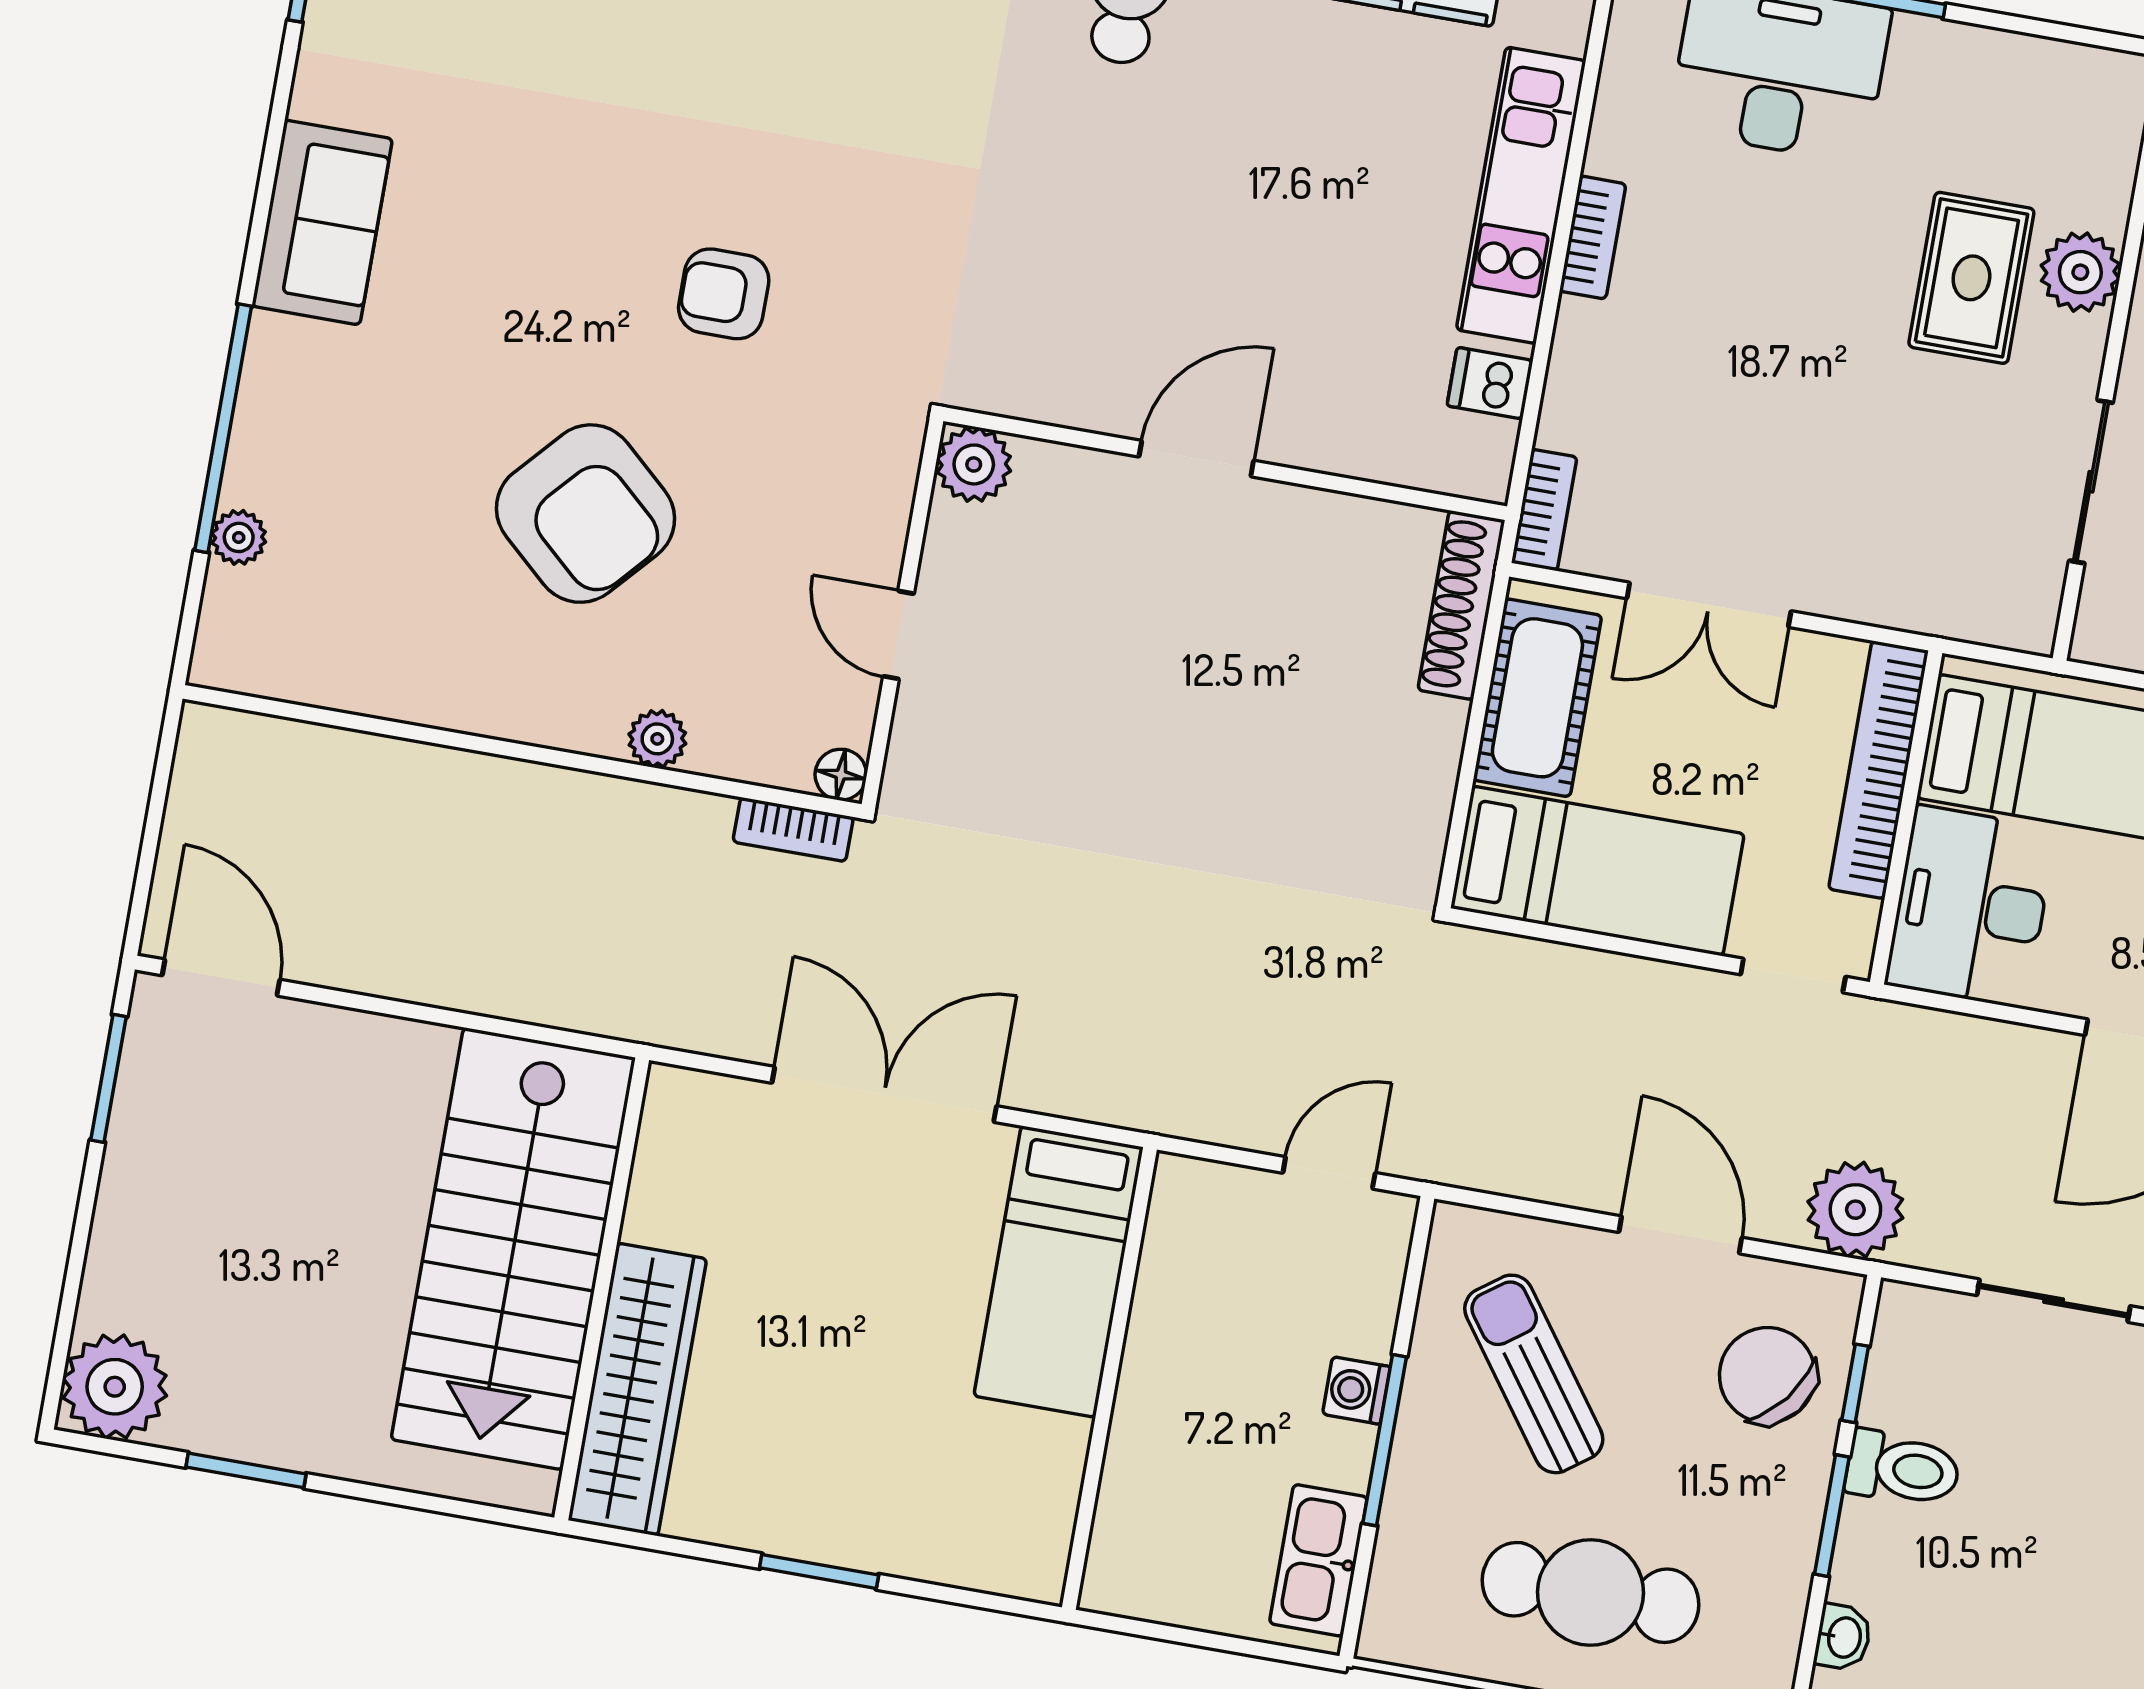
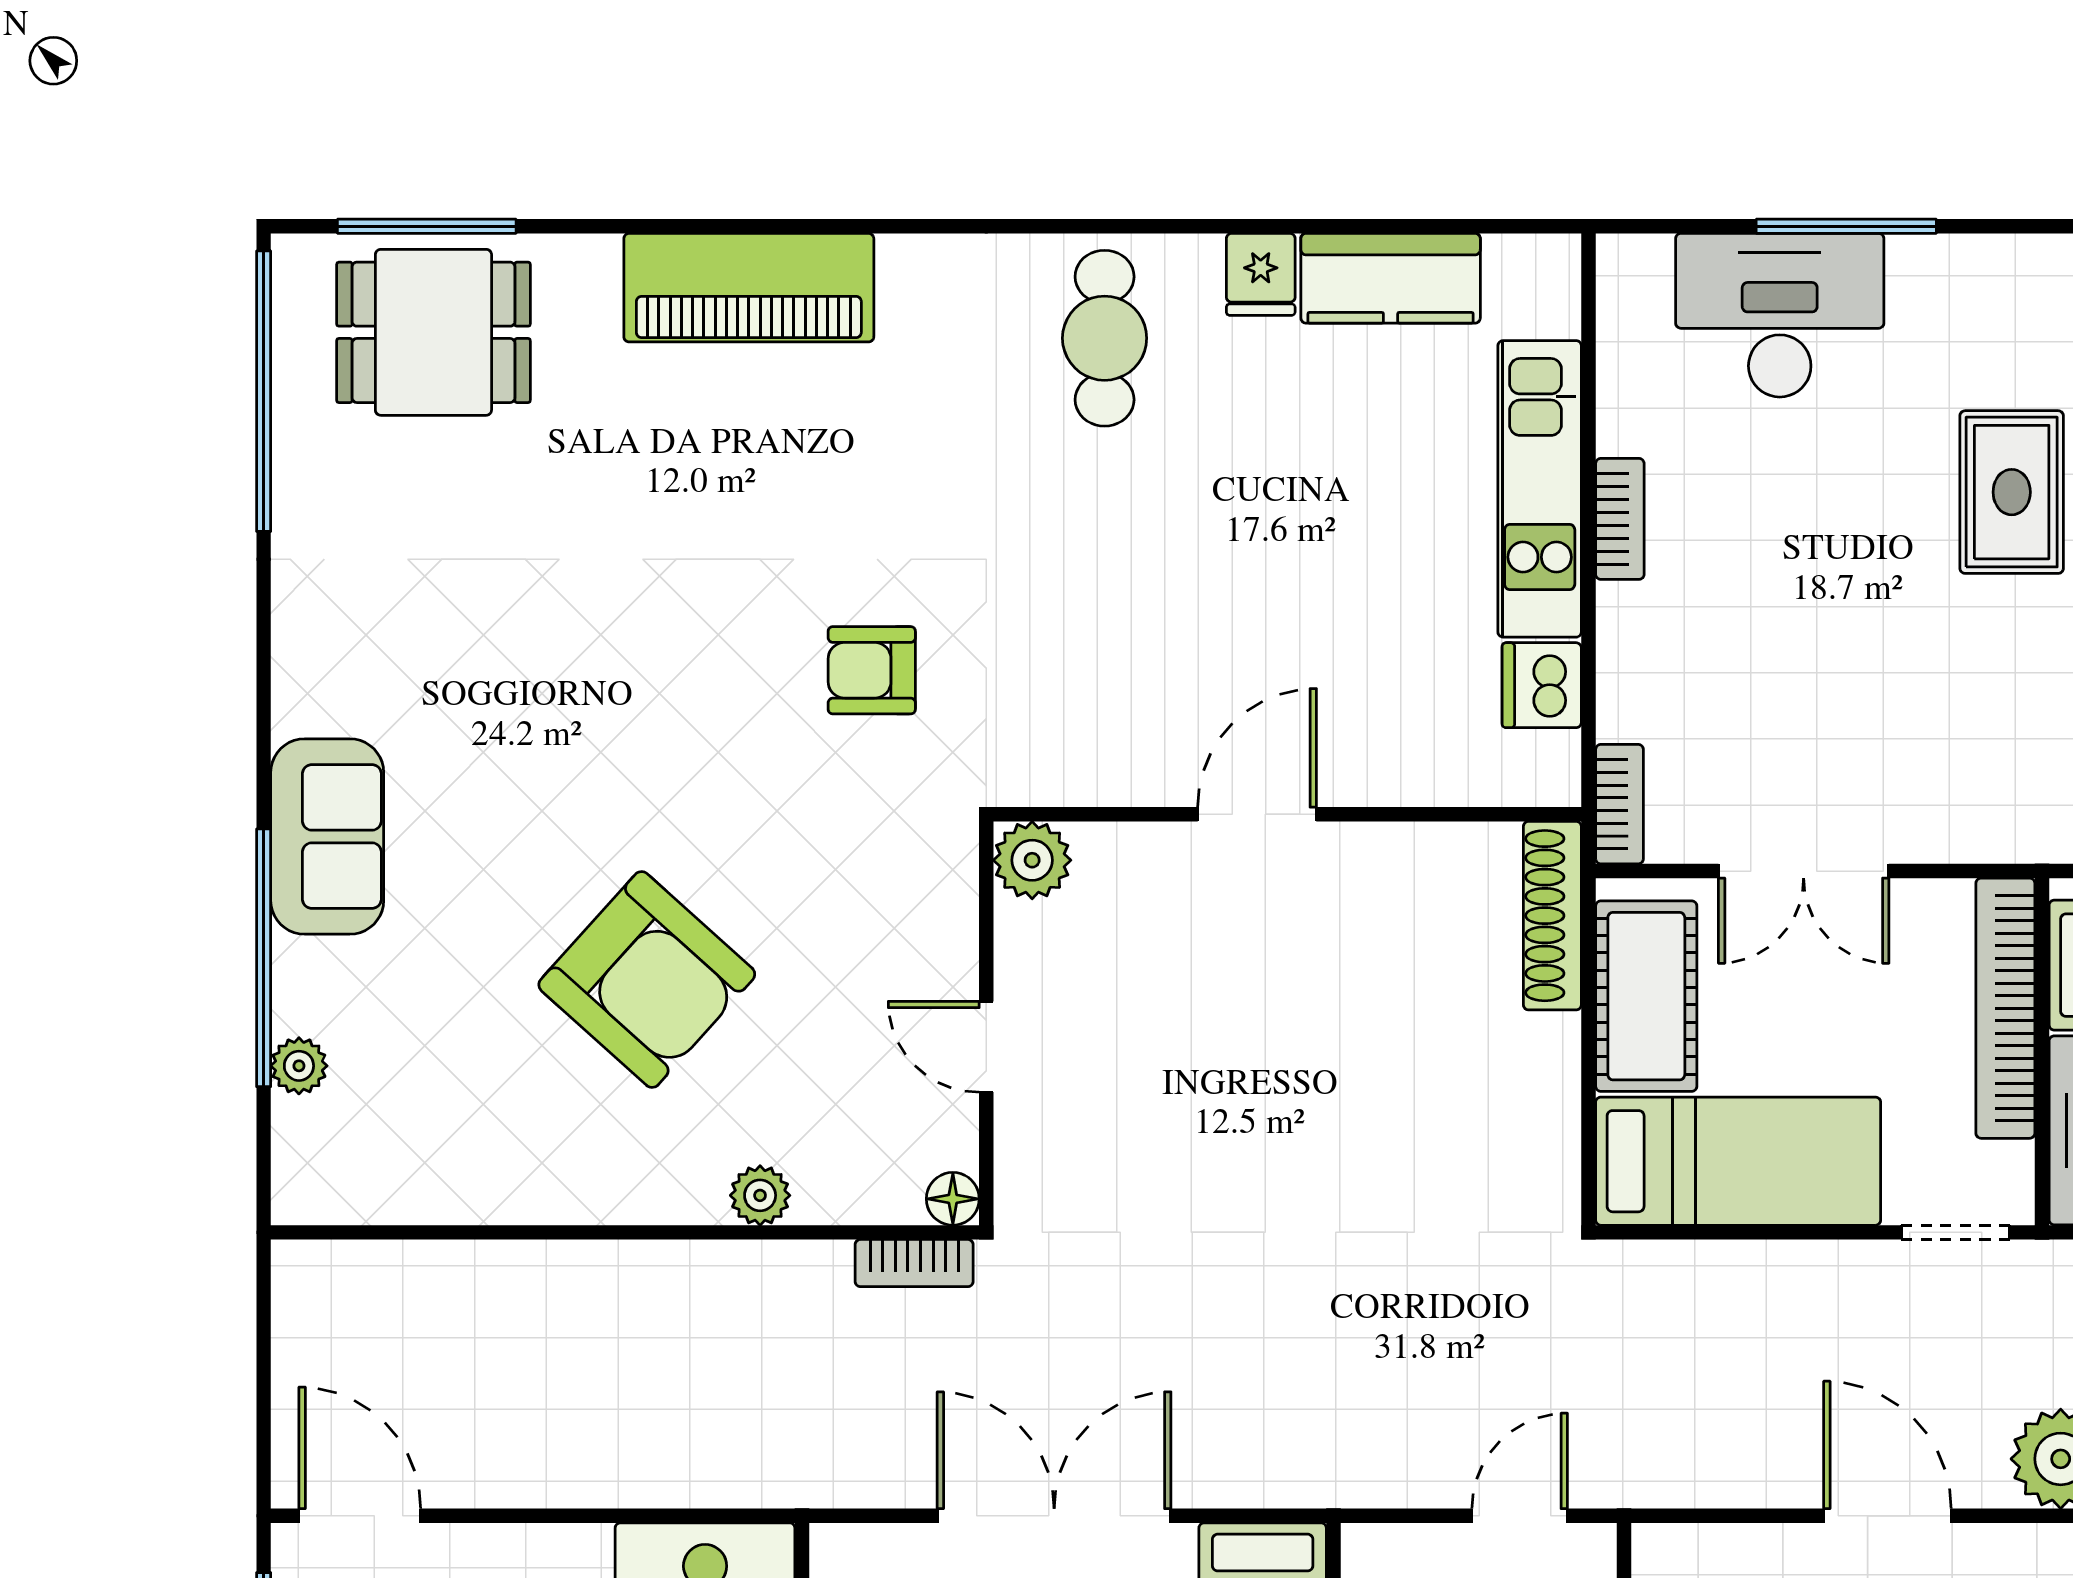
sofa: (322, 222) -> (327, 837), moved
armchair: (724, 294) -> (872, 670), moved
dishwasher: (1490, 383) -> (1542, 685), width x1.38

